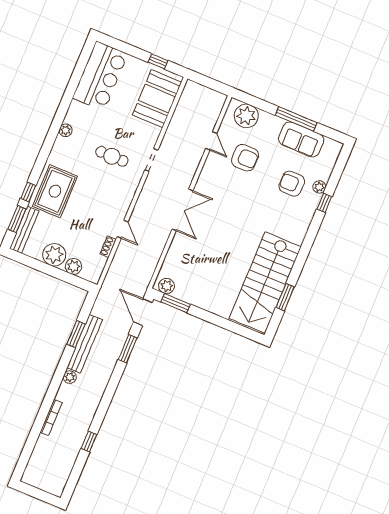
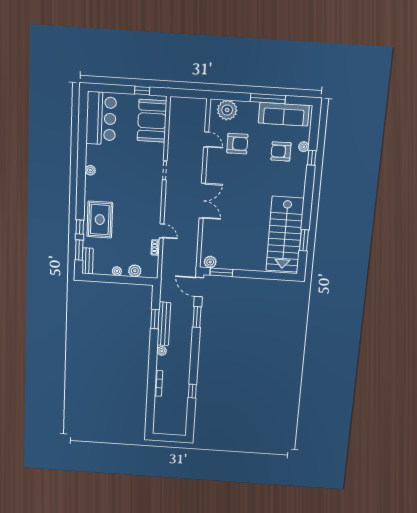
sofa: (301, 139) -> (284, 114), width x1.36
cafe table: (112, 156) -> (133, 178), removed
bench: (24, 230) -> (88, 261), width x0.73
plant: (54, 255) -> (117, 271), width x0.53, depth x0.53

